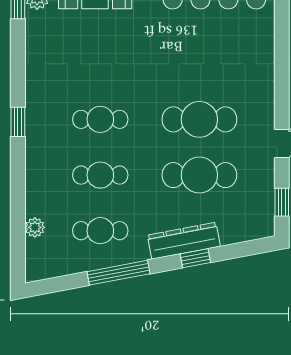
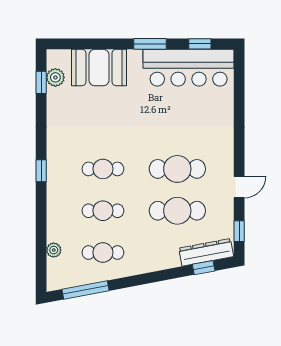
dresser: (184, 241) -> (206, 252), moved
window: (195, 258) -> (204, 268), moved
window: (119, 273) -> (85, 290), moved

